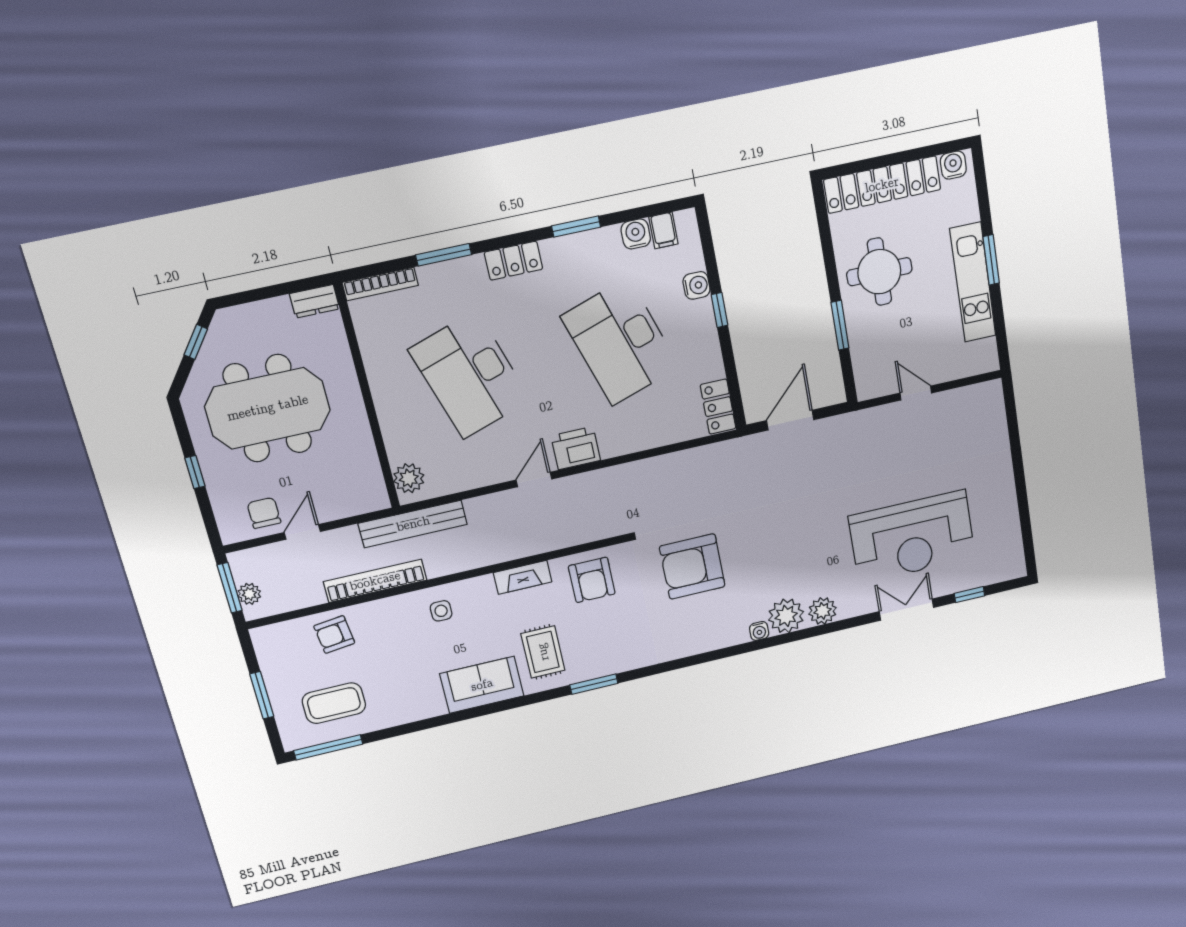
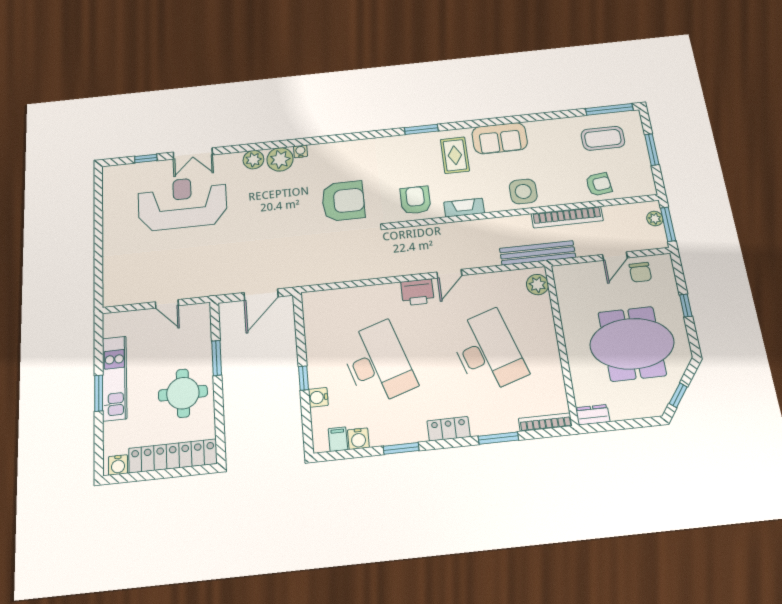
locker: (718, 407) -> (312, 310), removed
side table: (441, 611) -> (523, 191), width x1.87, depth x1.87

